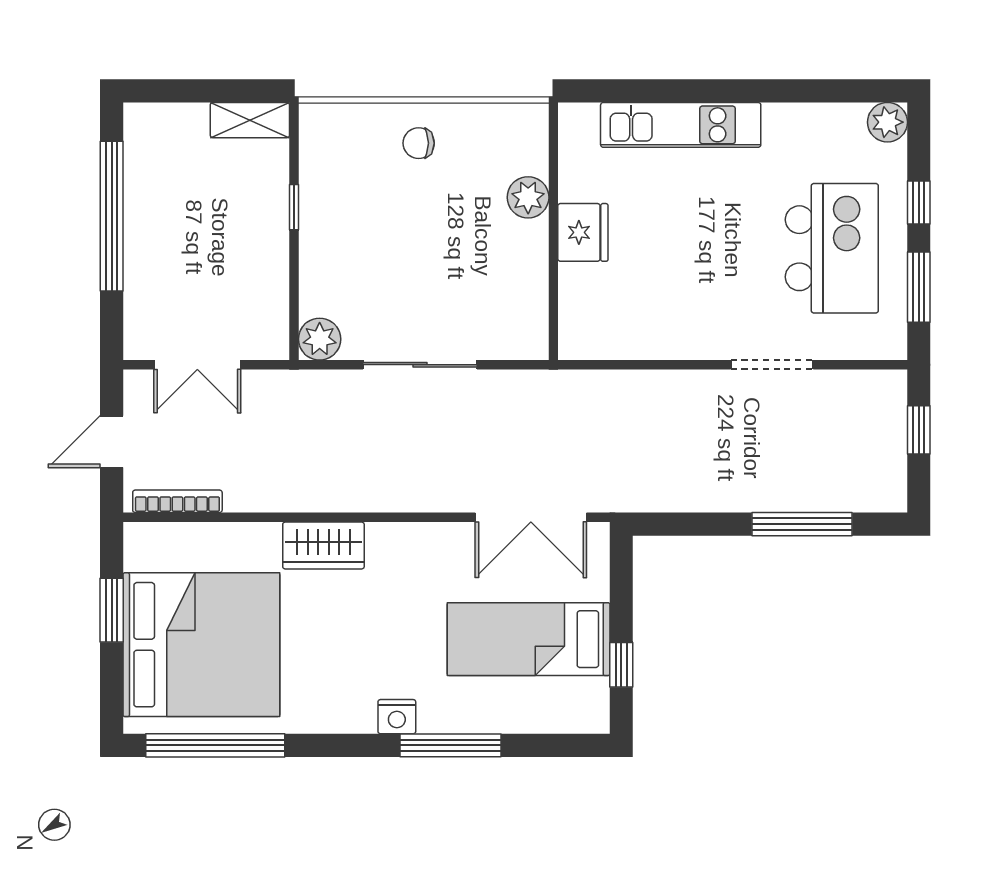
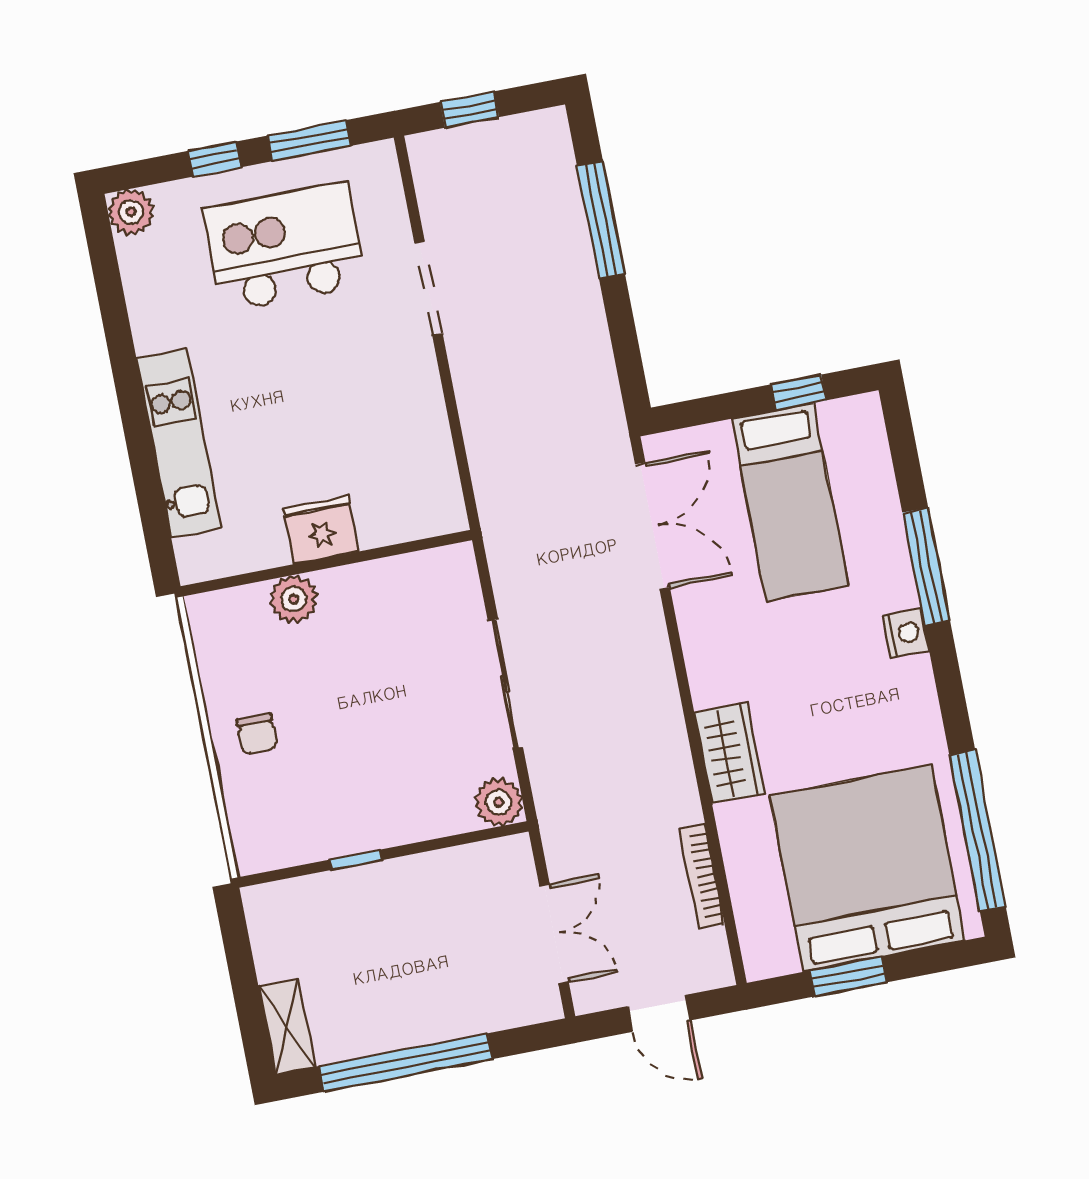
shelving: (250, 120) -> (287, 1026), moved
bookcase: (177, 501) -> (702, 876), moved

